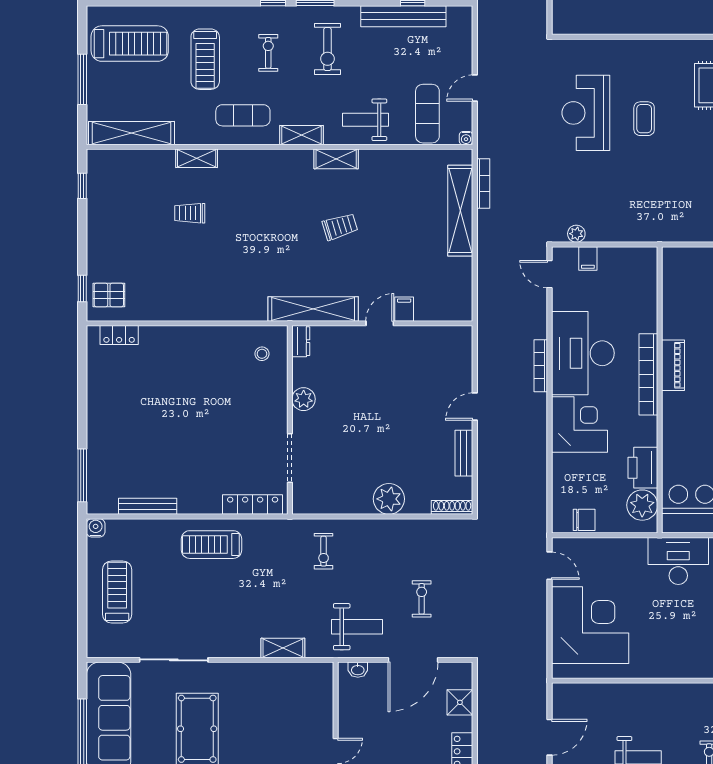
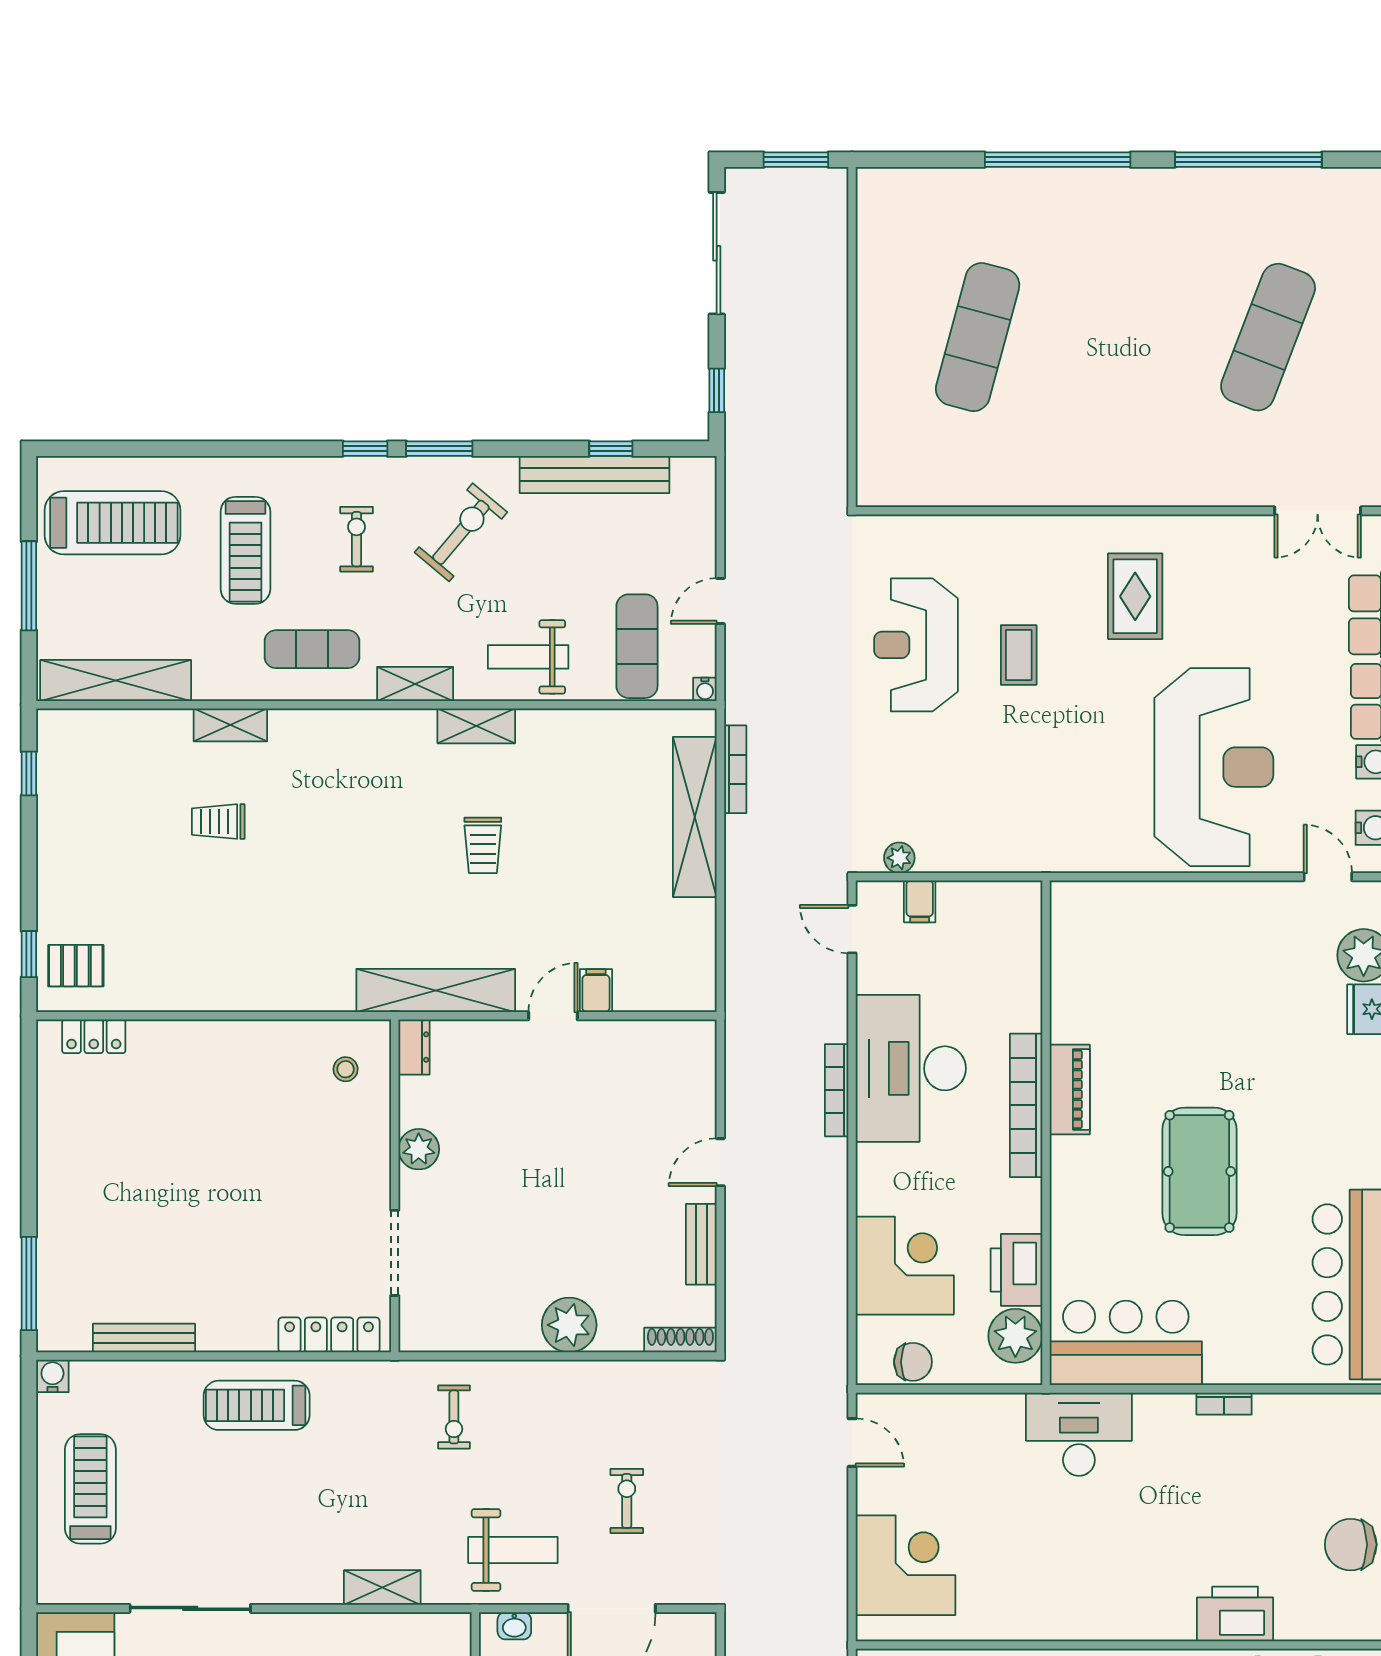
exercise bike: (327, 49) -> (461, 532), turned -140
trolley: (340, 227) -> (483, 845), turned 107
corner desk: (579, 424) -> (905, 1266), moved
corner desk: (590, 625) -> (906, 1565), width x0.74, depth x0.74

